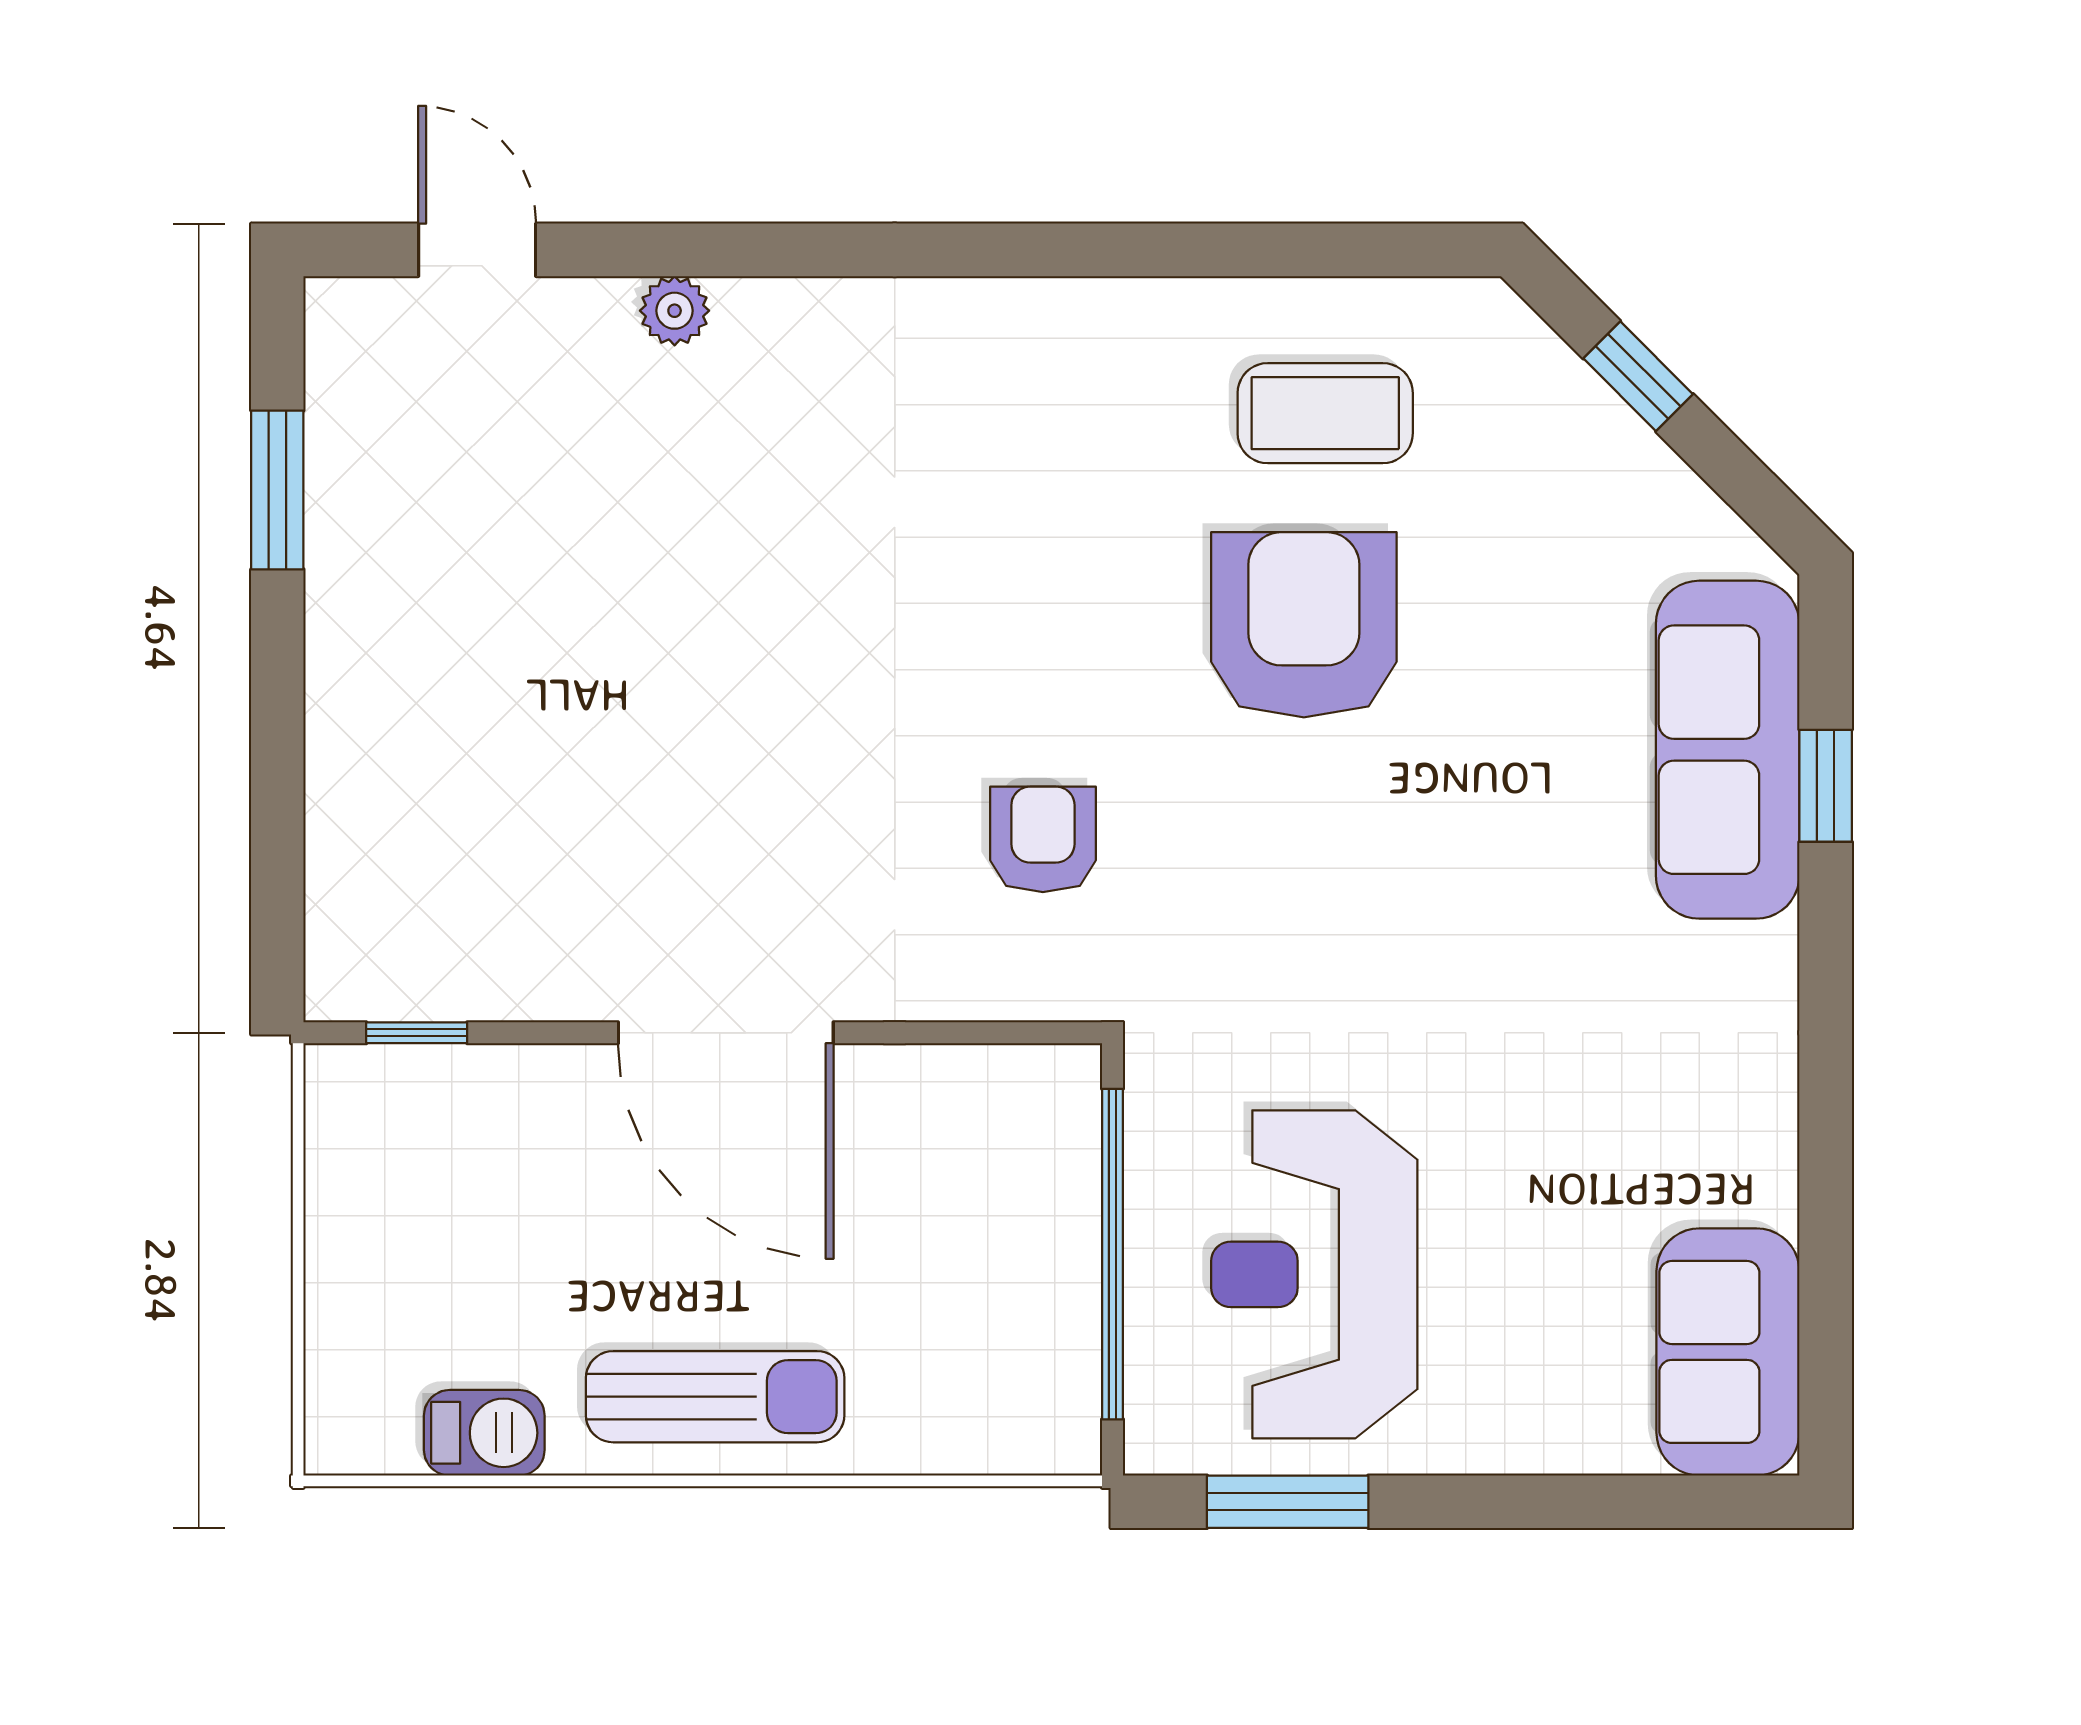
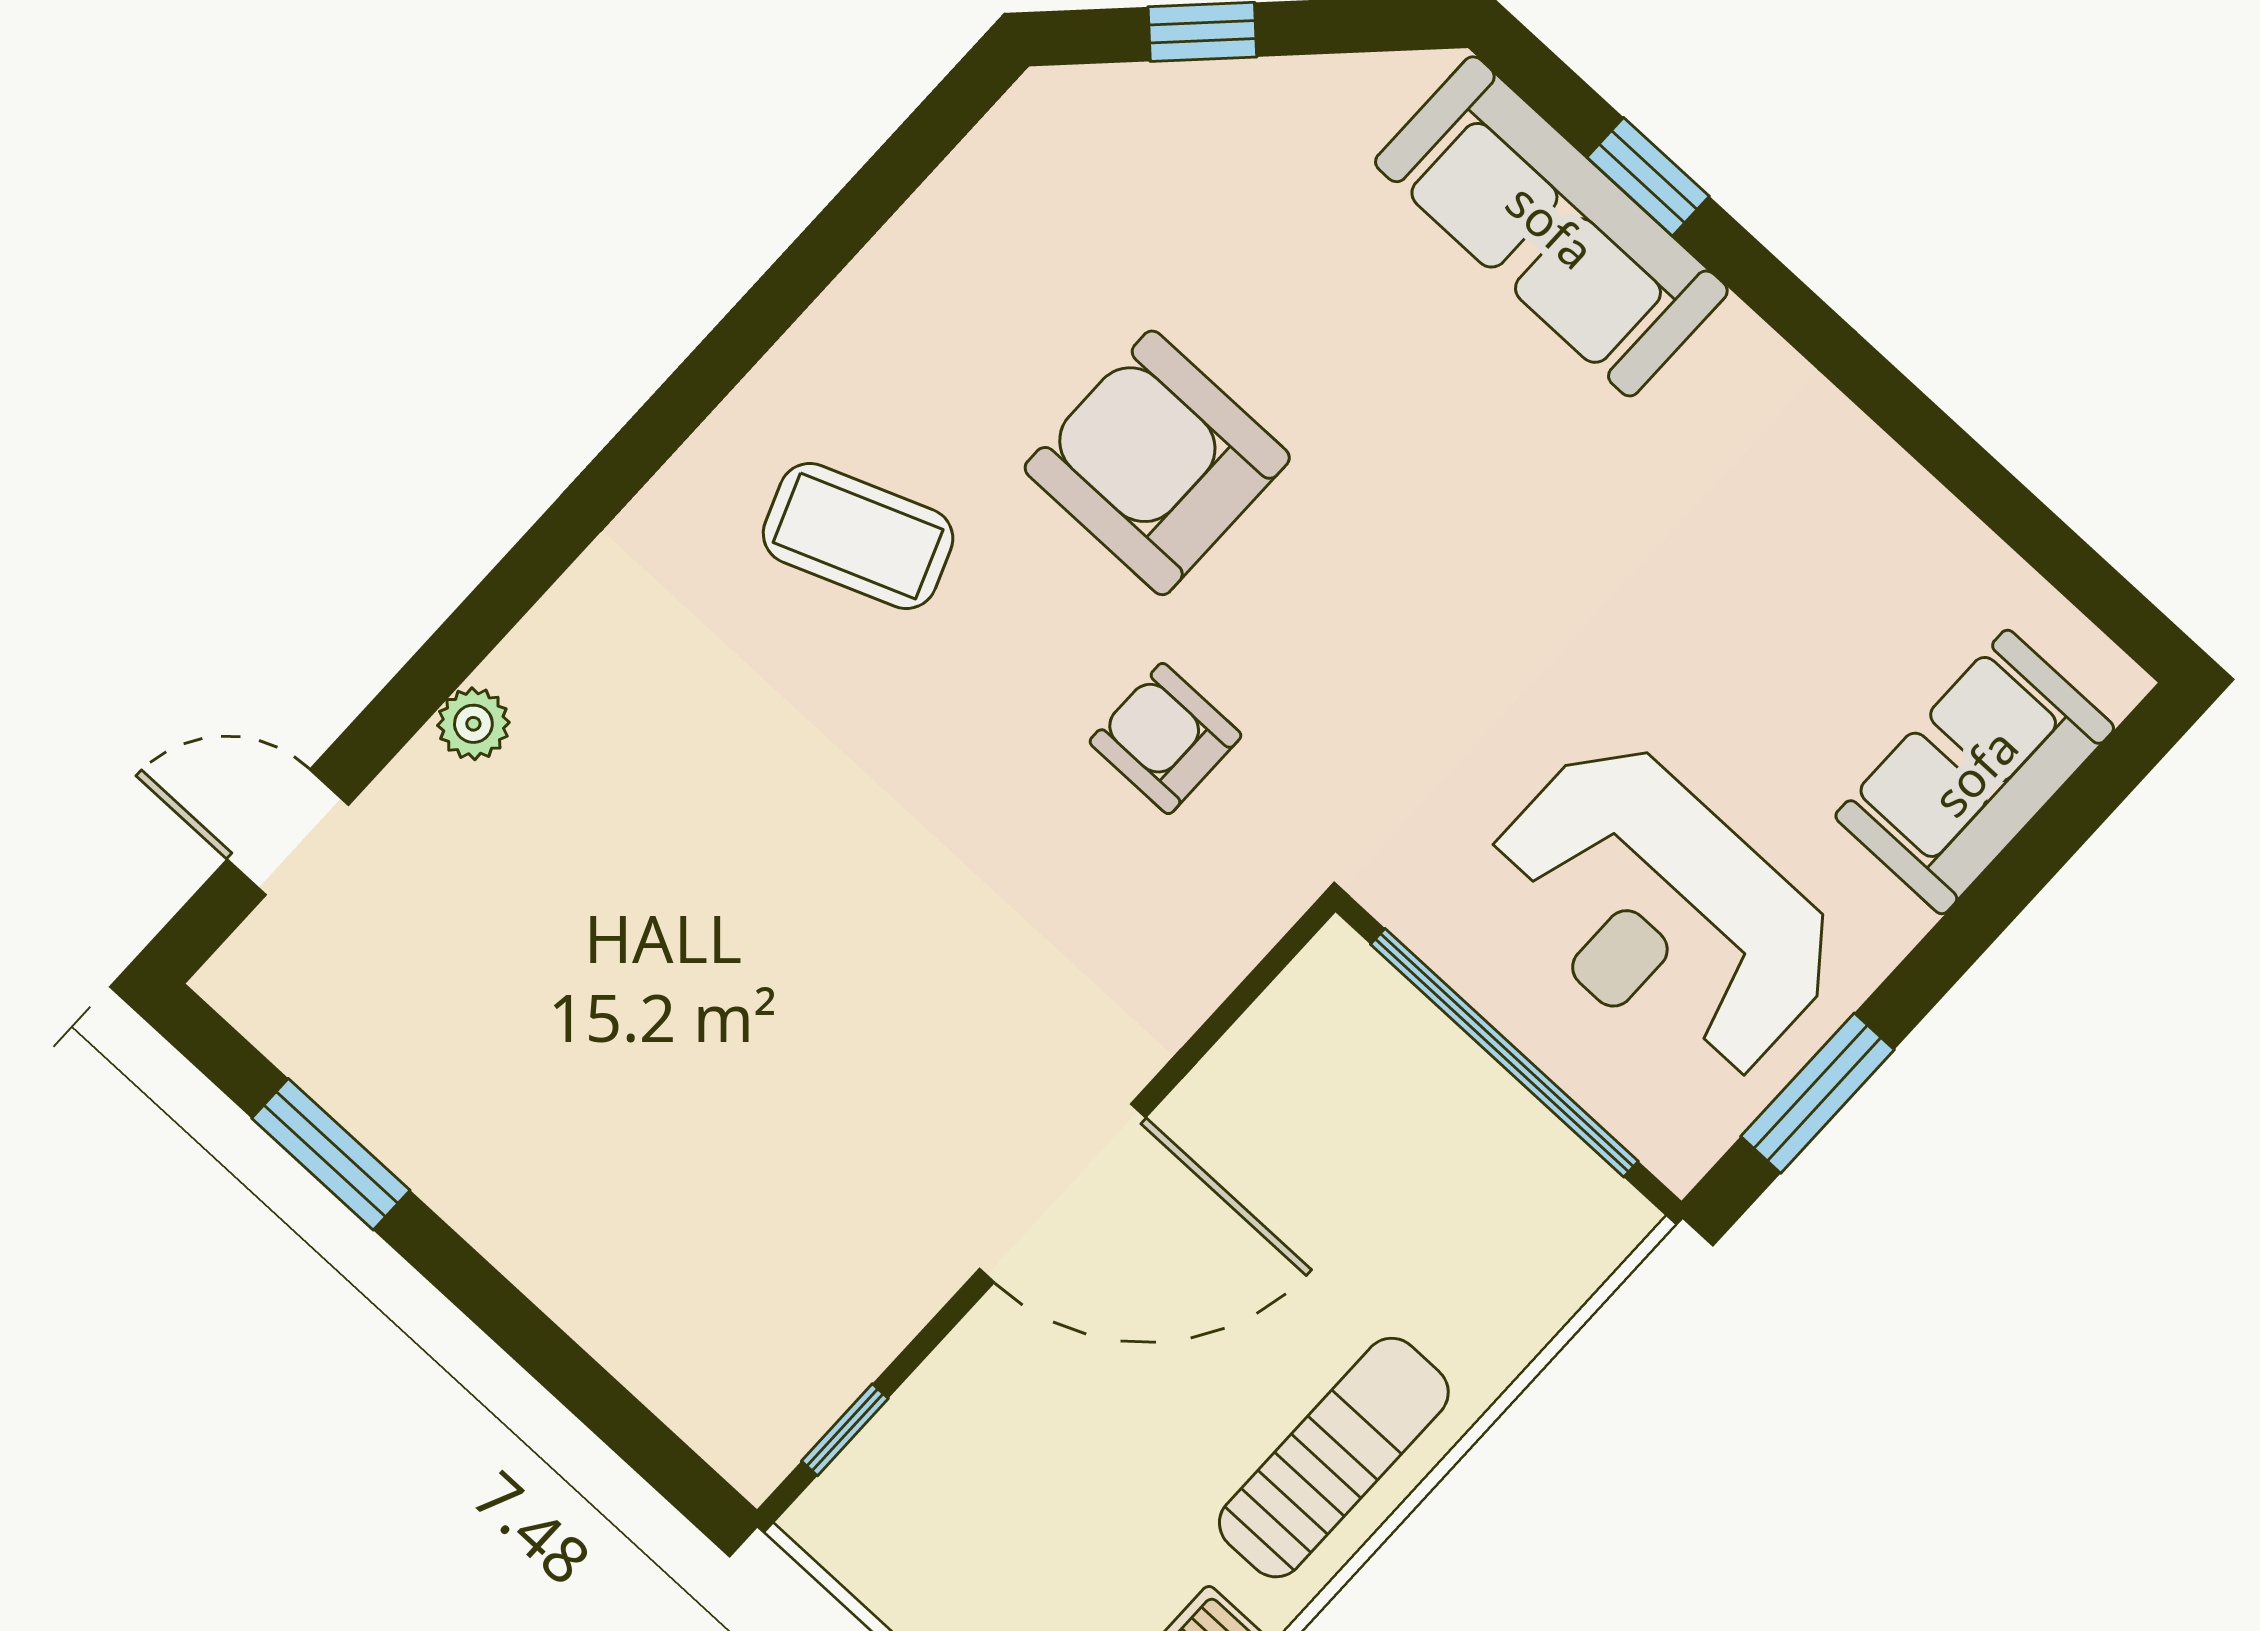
coffee table: (1325, 413) -> (858, 536), moved, turned 69
armchair: (1043, 839) -> (1166, 739), moved
sofa: (1728, 1352) -> (1975, 772), moved, turned 90

